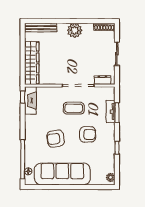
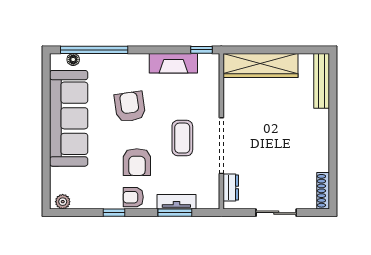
plant: (75, 30) -> (317, 139), removed
fireplace: (30, 100) -> (173, 63), moved
armchair: (108, 137) -> (133, 197), added

